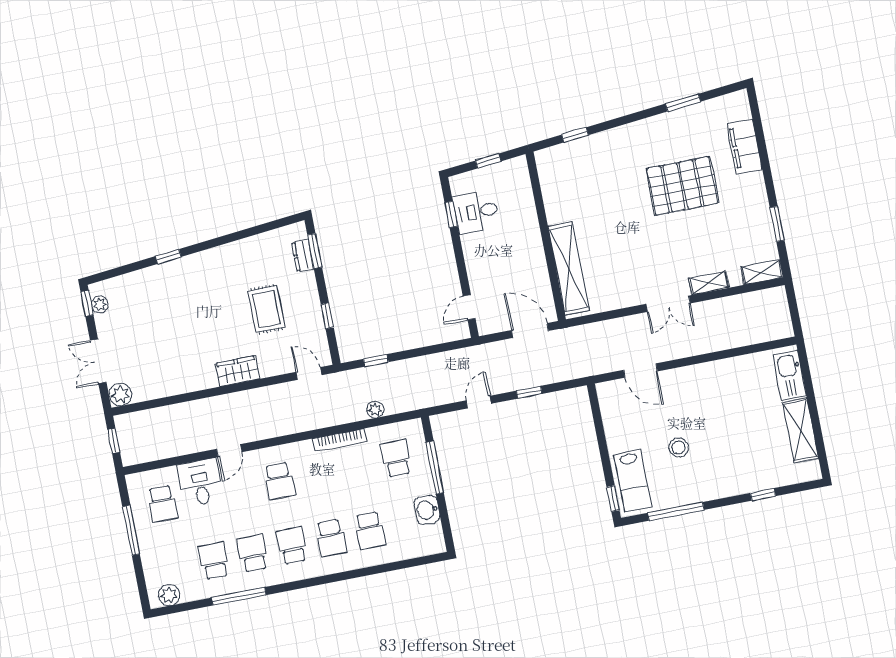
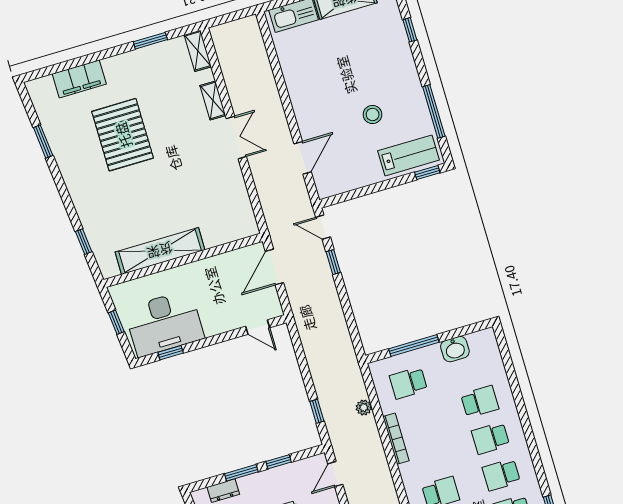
desk: (476, 212) -> (164, 323), width x1.87, depth x1.30
window: (315, 251) -> (241, 473), moved
shelving: (569, 268) -> (160, 251), moved
door: (479, 402) -> (323, 227), moved
school desk: (331, 538) -> (490, 438), turned 180

